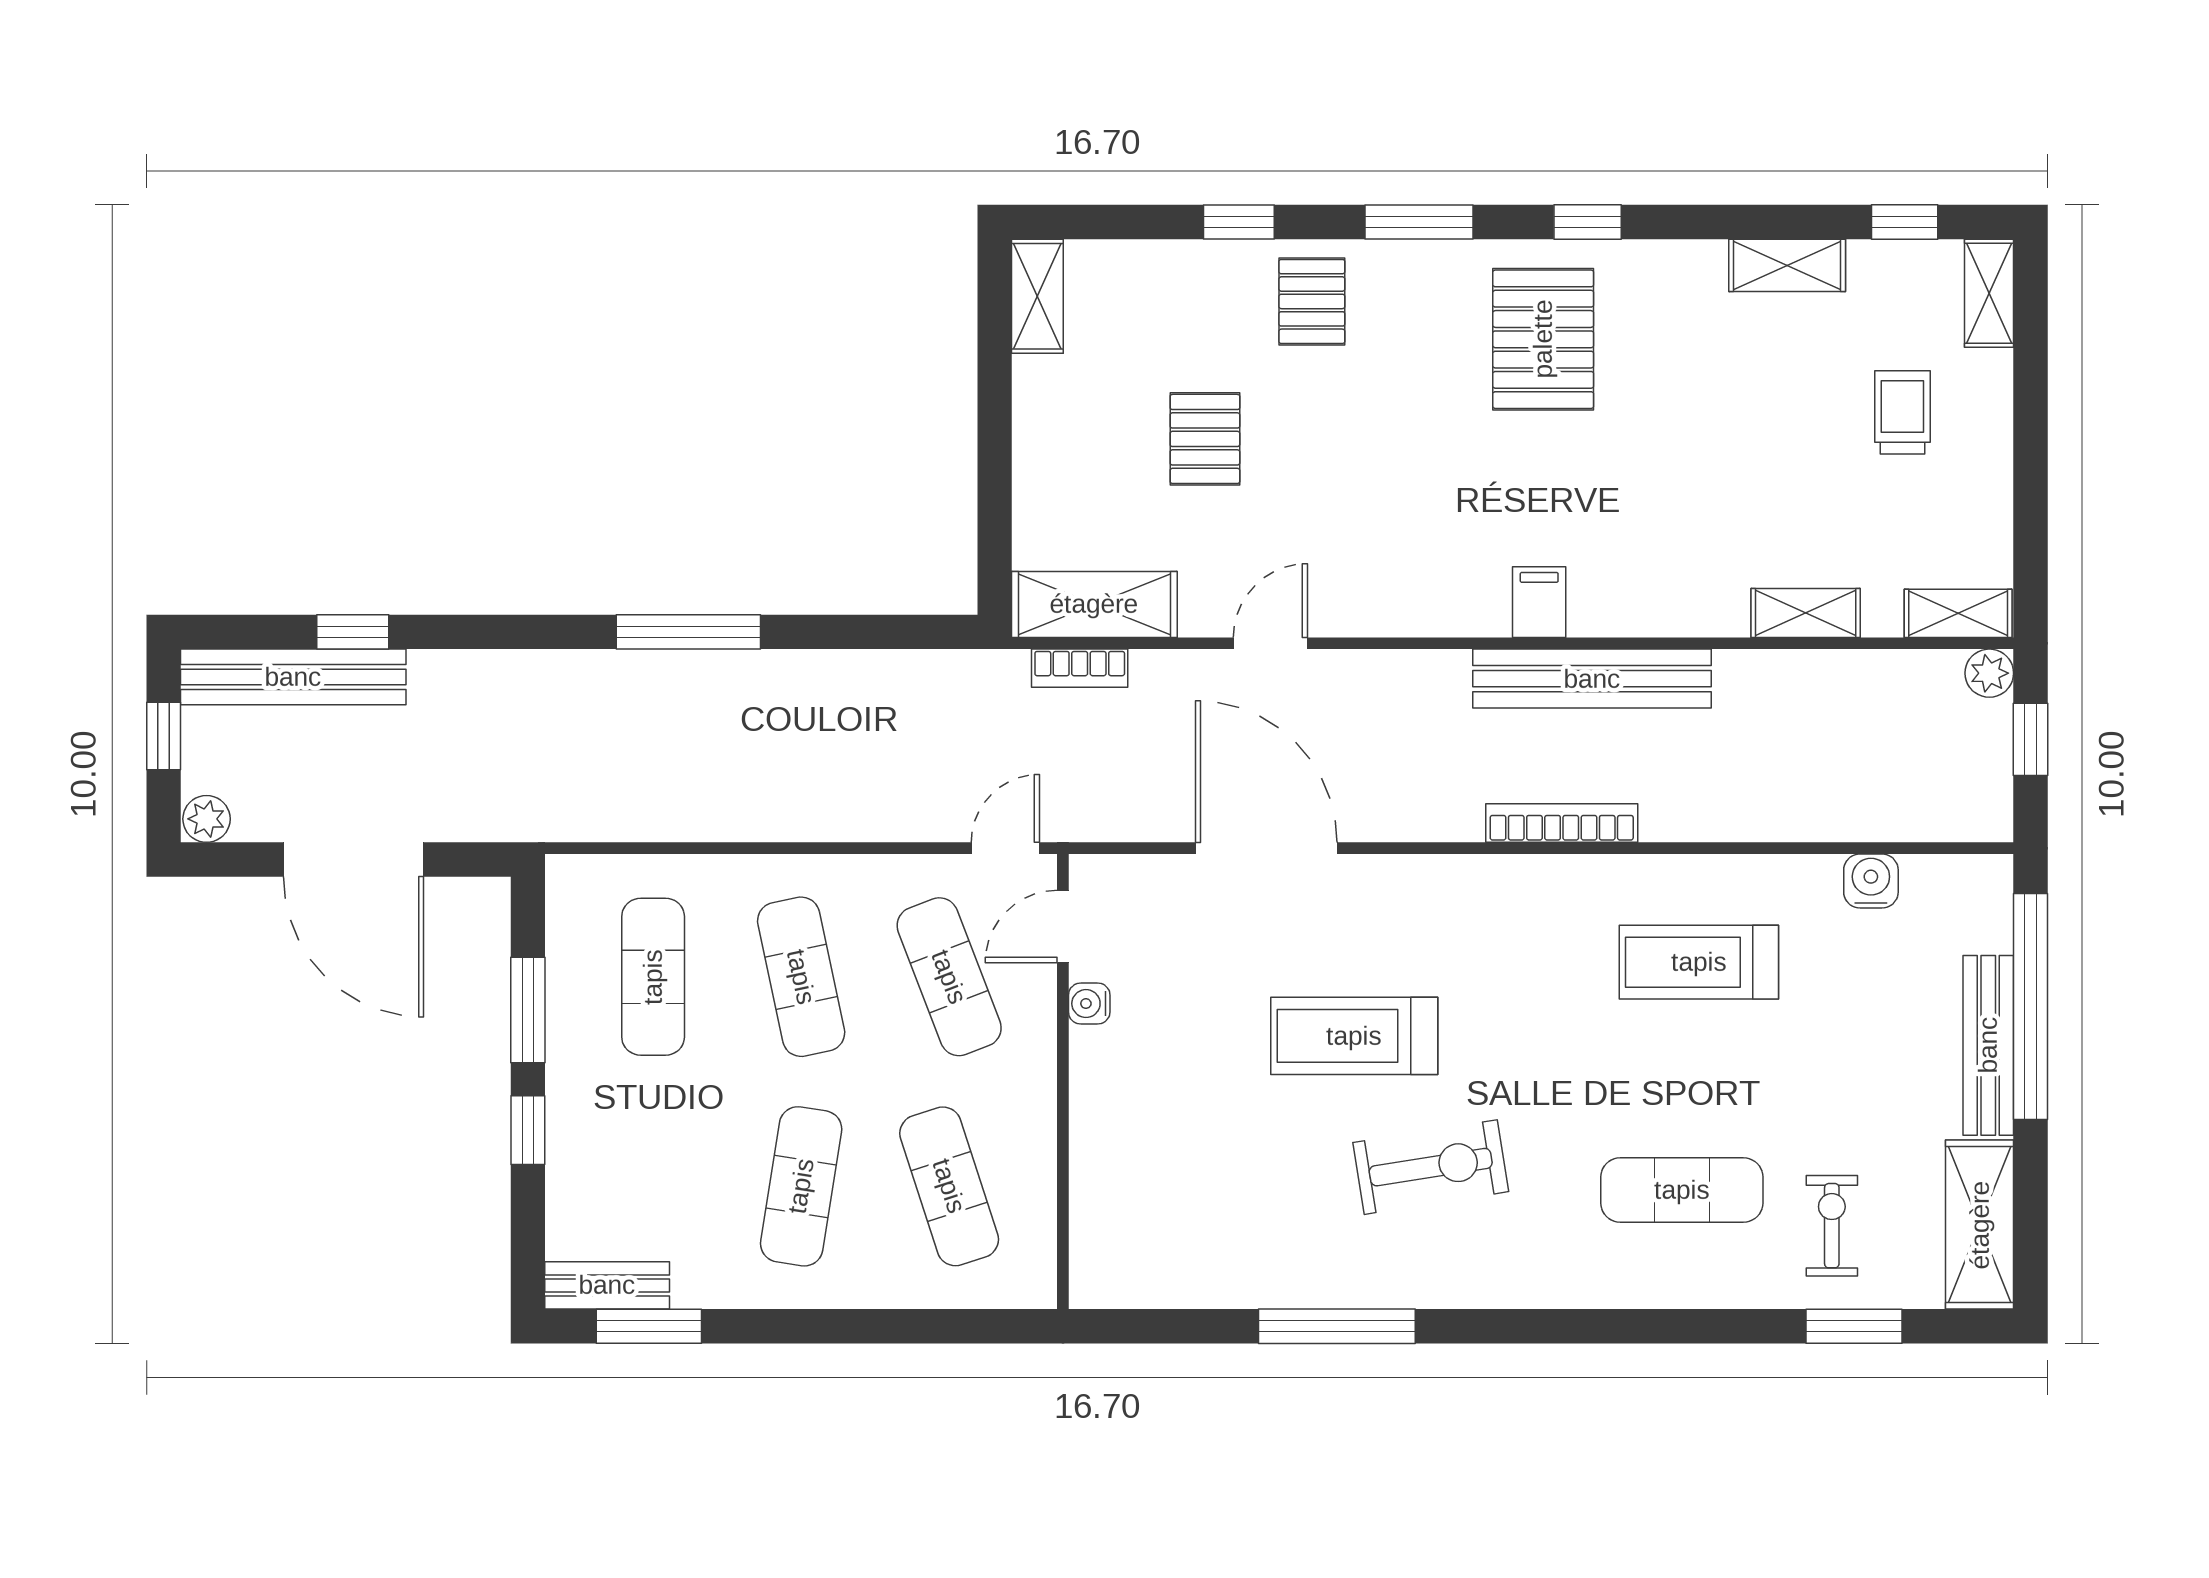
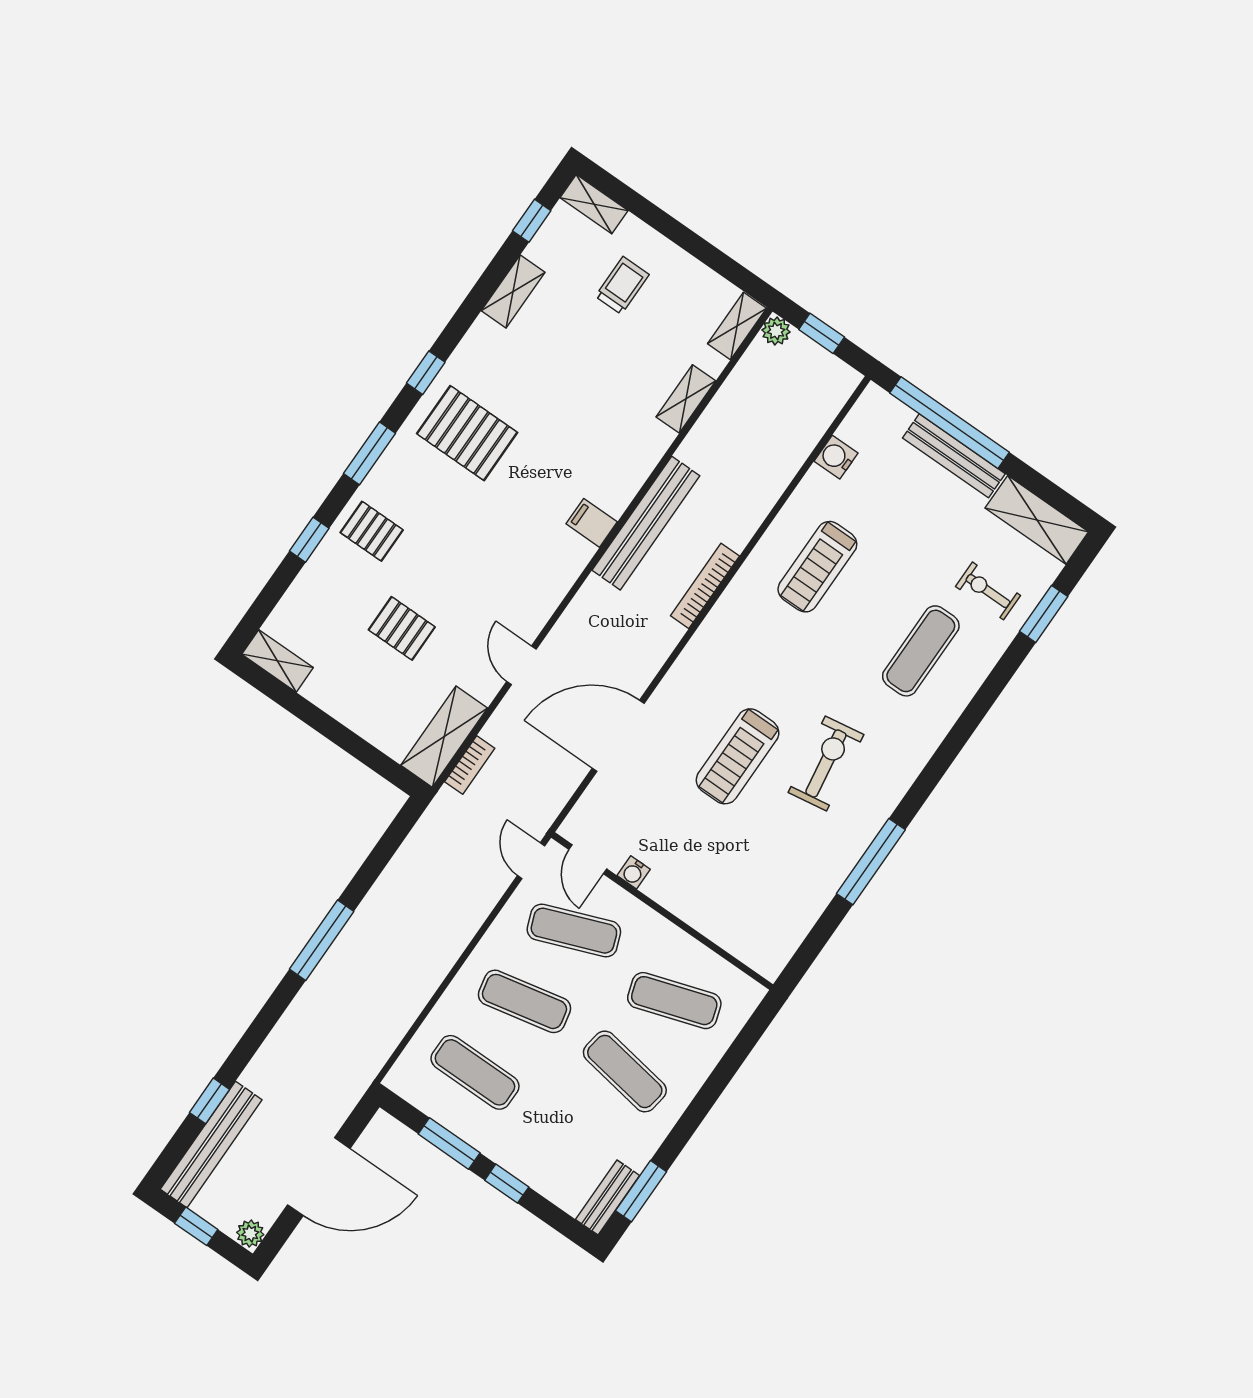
trolley: (1902, 412) -> (622, 285), turned 90

